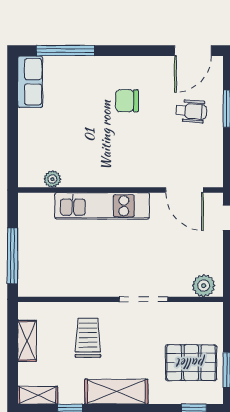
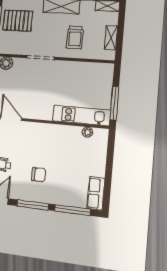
window: (132, 51) -> (33, 205), added
kitchen unit: (102, 206) -> (81, 115), moved
window: (13, 256) -> (114, 103), moved

